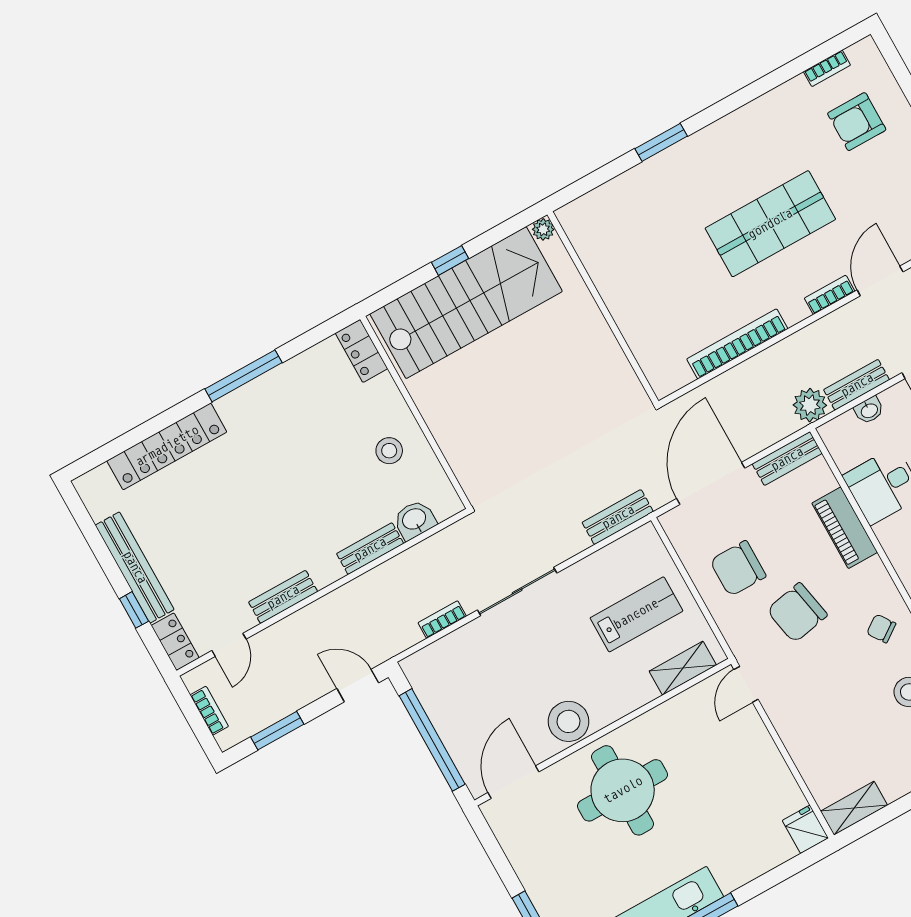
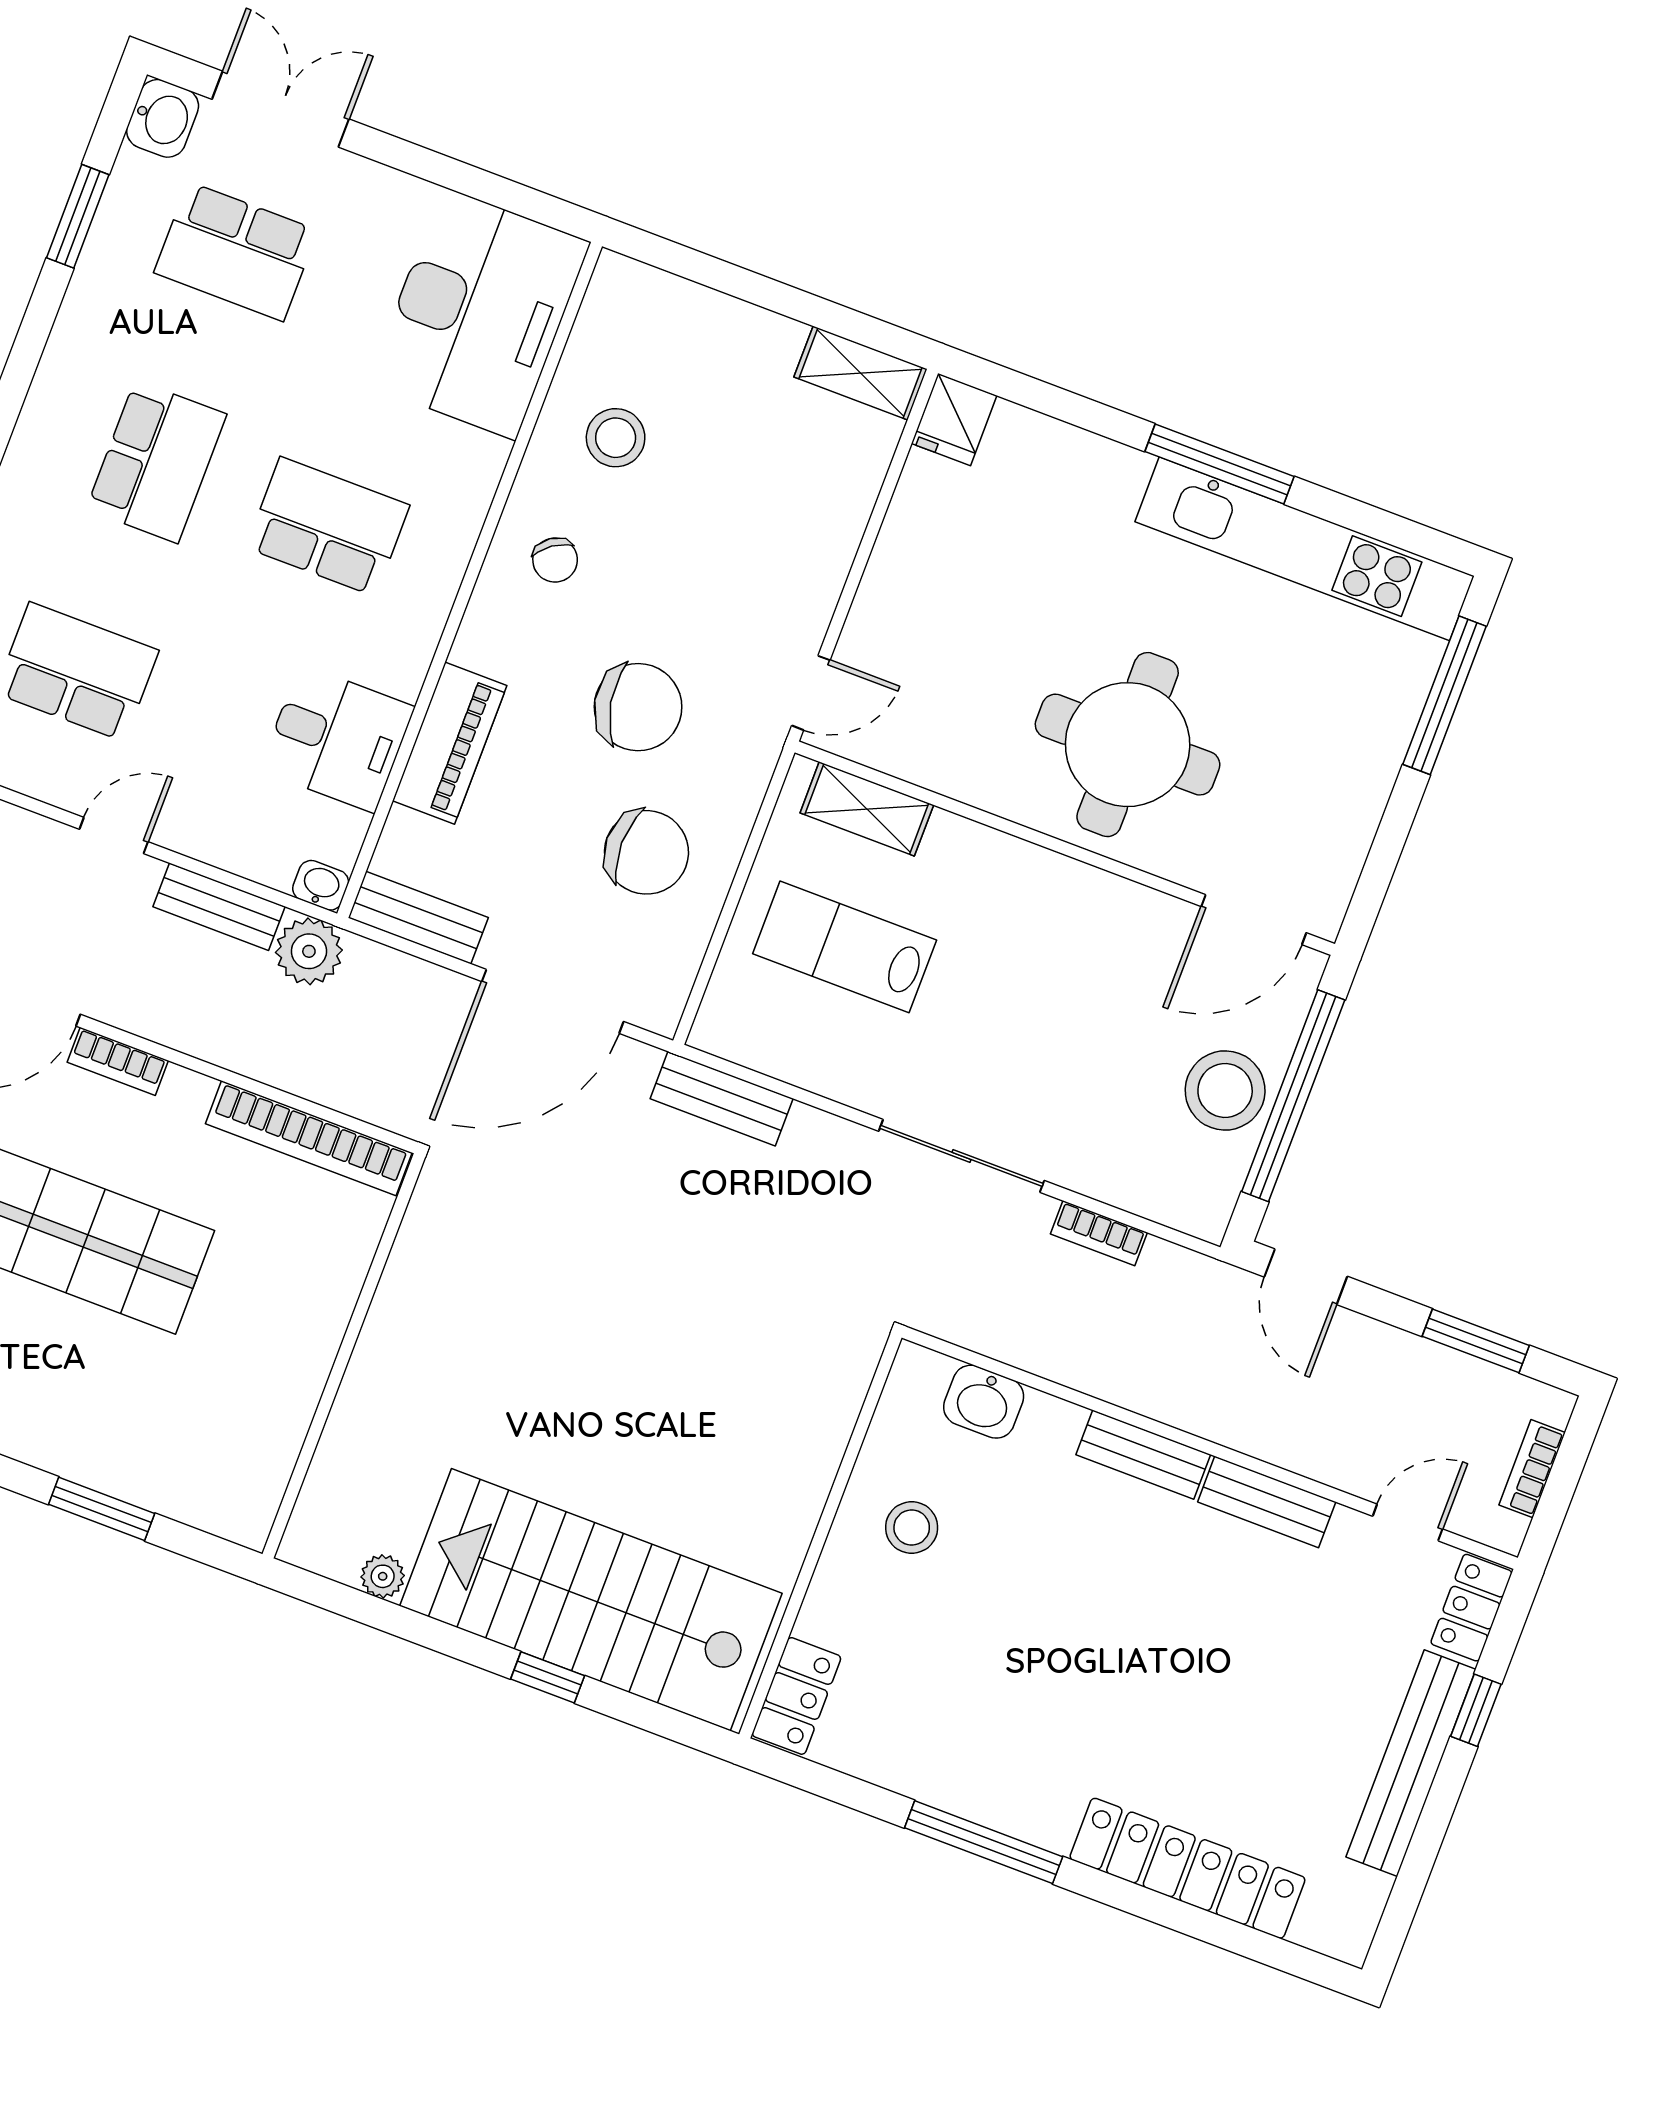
wall: (603, 308) -> (344, 1356), moved
washbasin: (869, 410) -> (321, 885), moved
bench: (370, 549) -> (1143, 1455), moved
stool: (568, 721) -> (1225, 1090), moved

